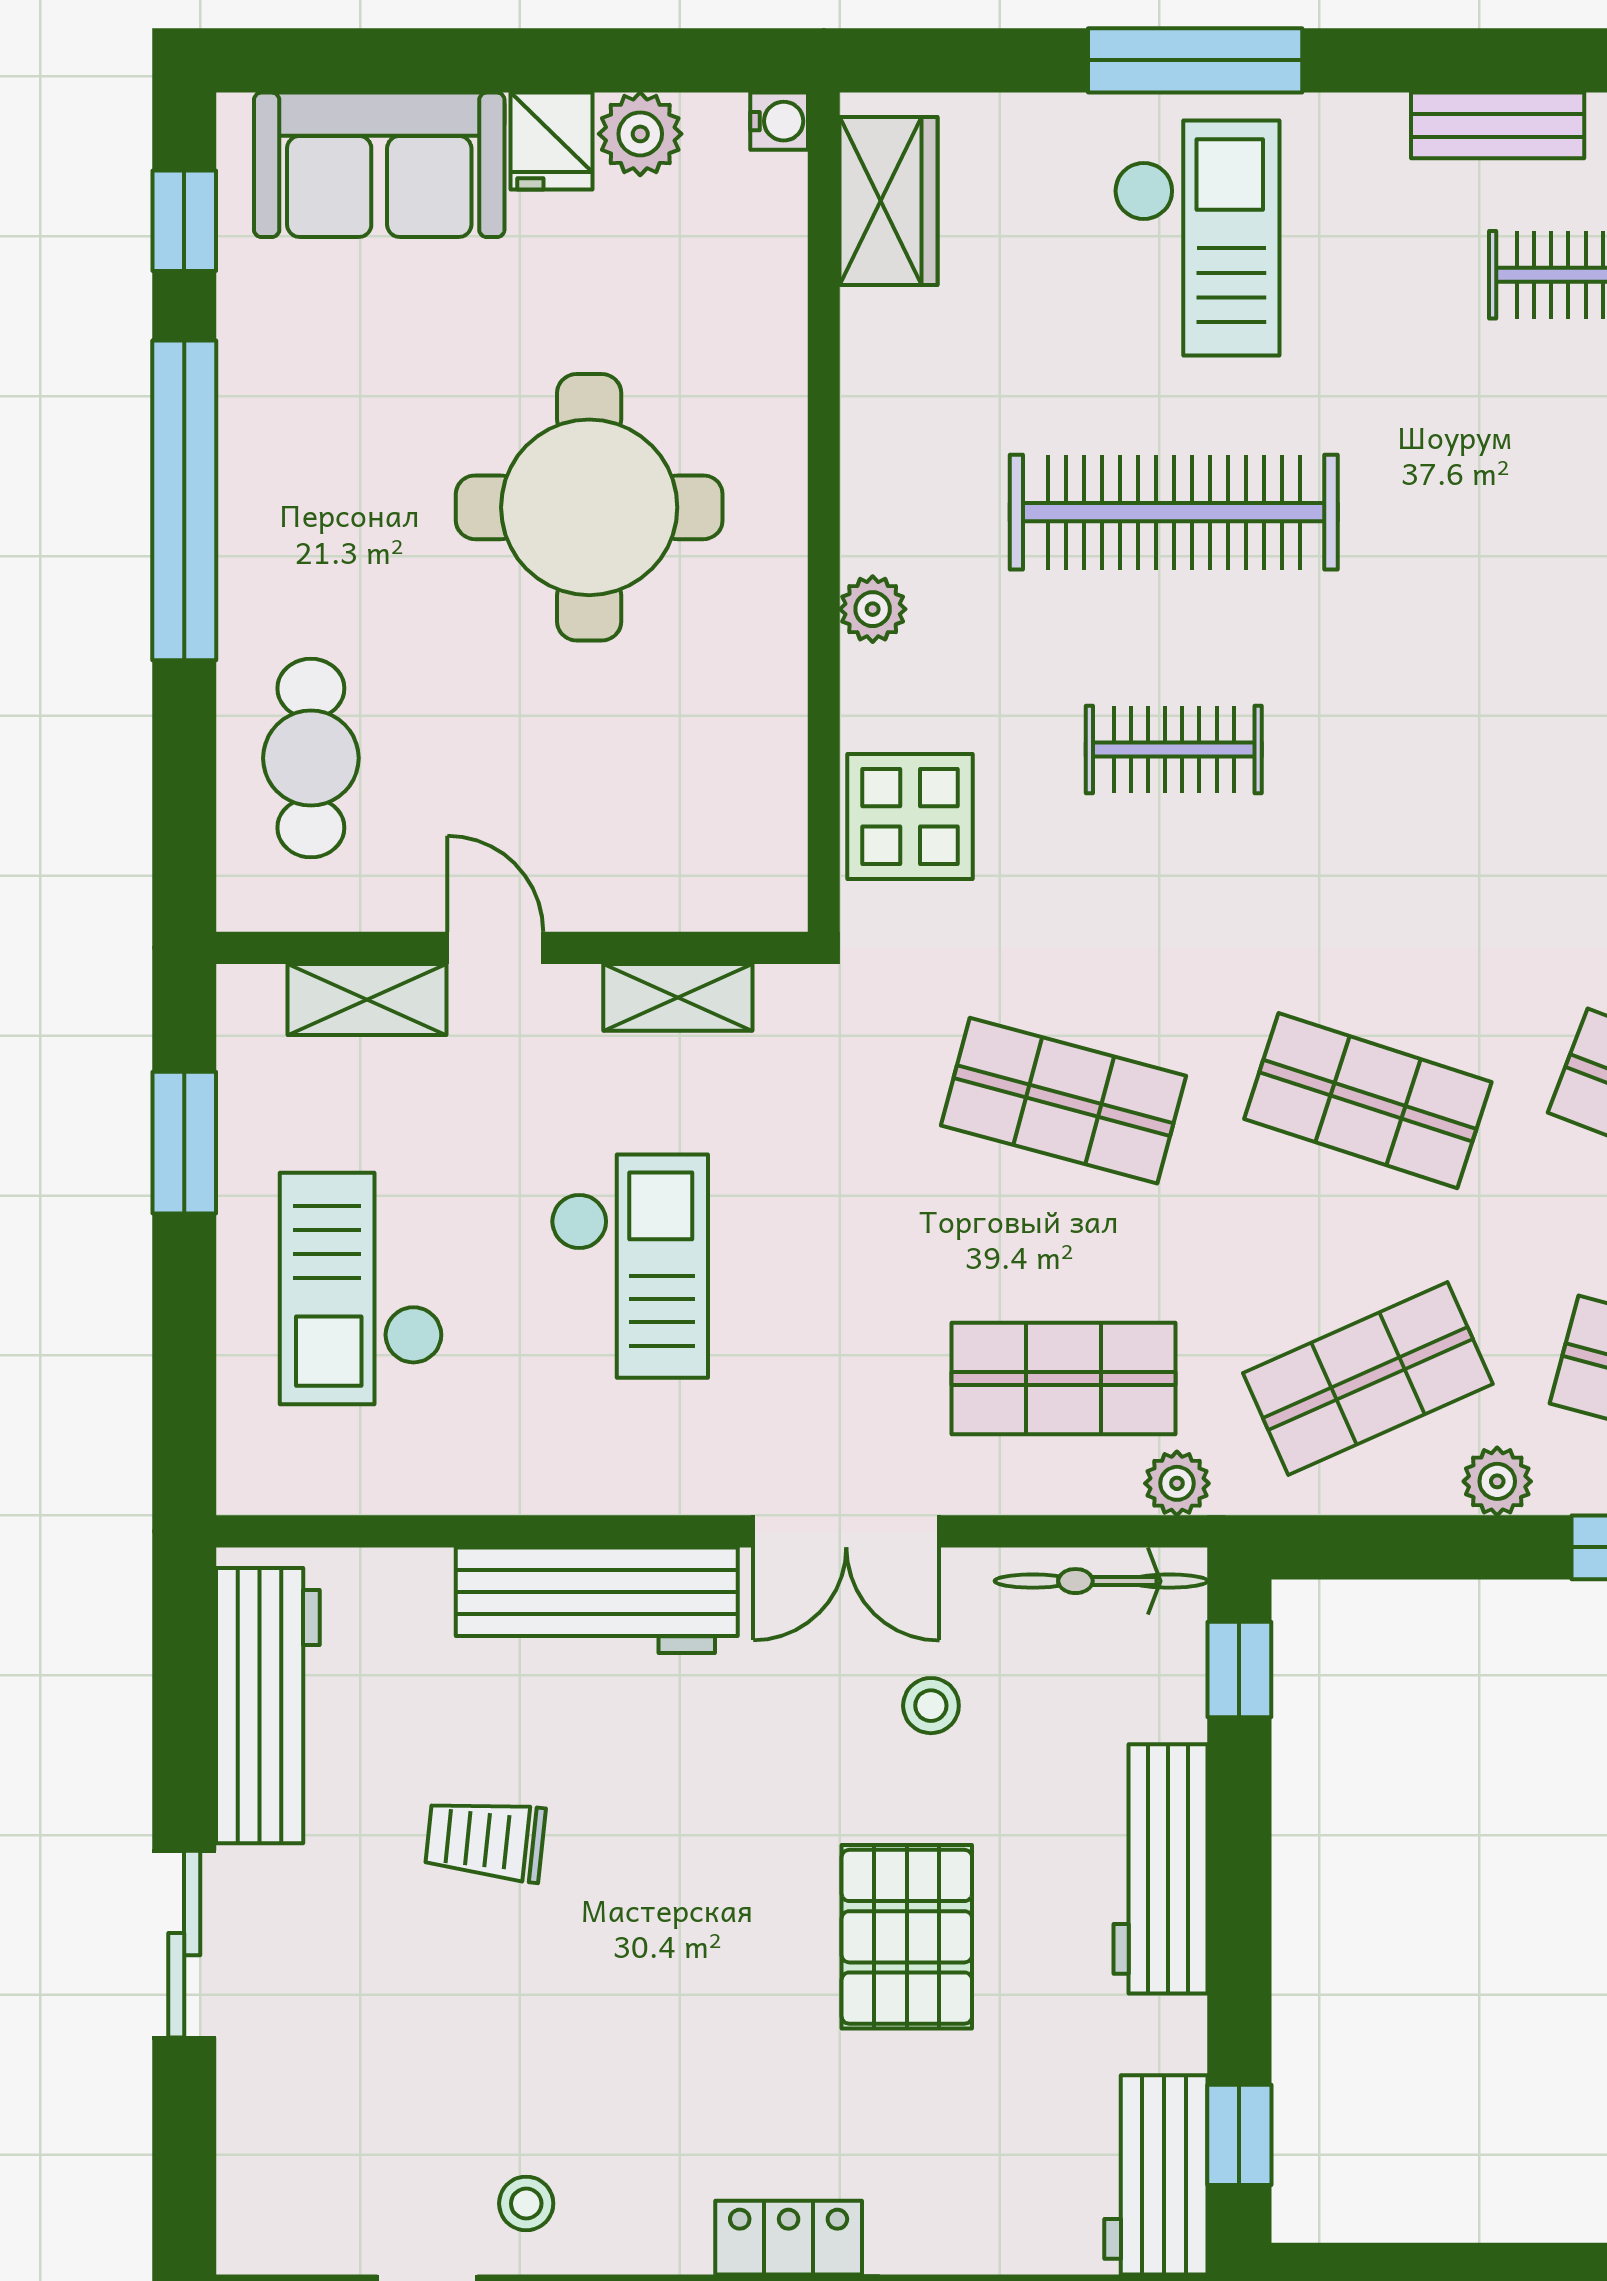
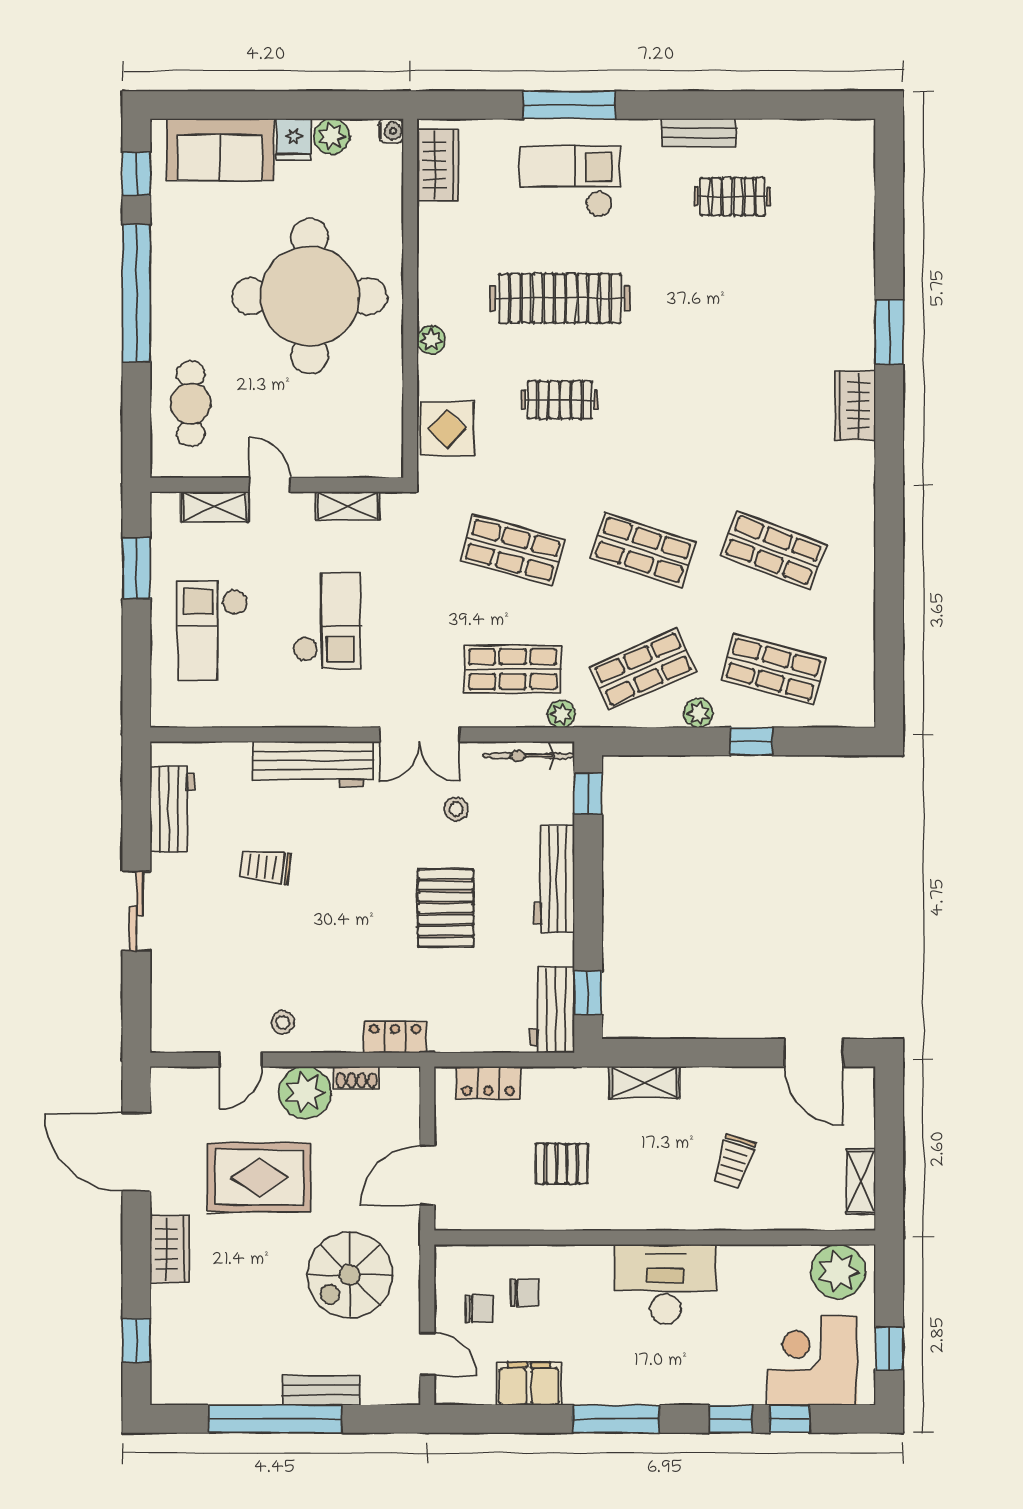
checkout: (1197, 238) -> (570, 181), turned -90
round table: (589, 507) -> (310, 296), width x1.36, depth x1.36
workbench: (268, 1706) -> (172, 809), width x0.73

